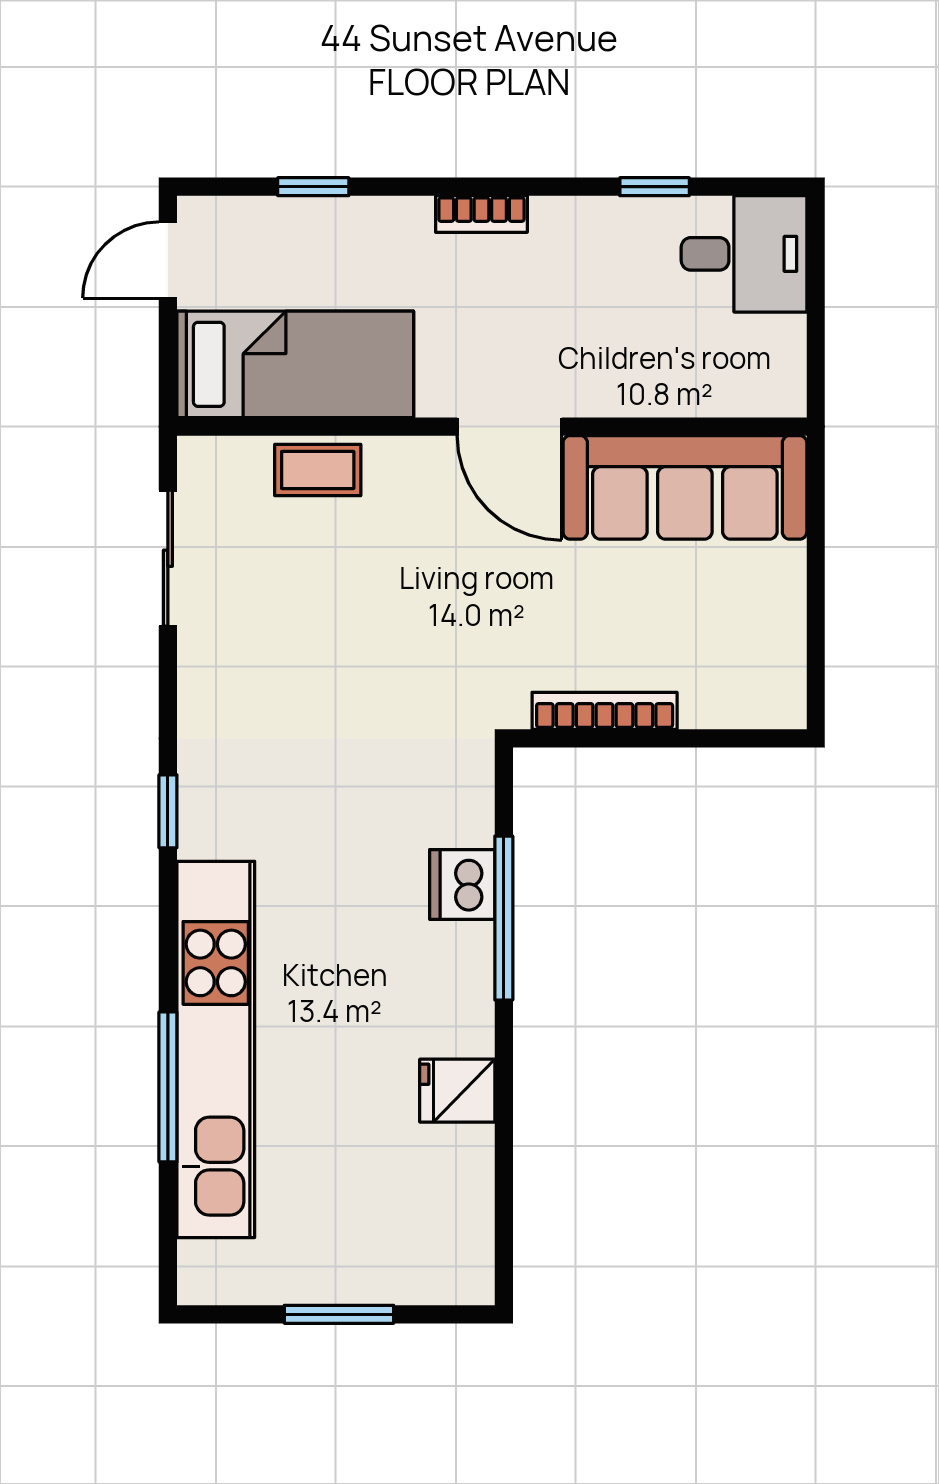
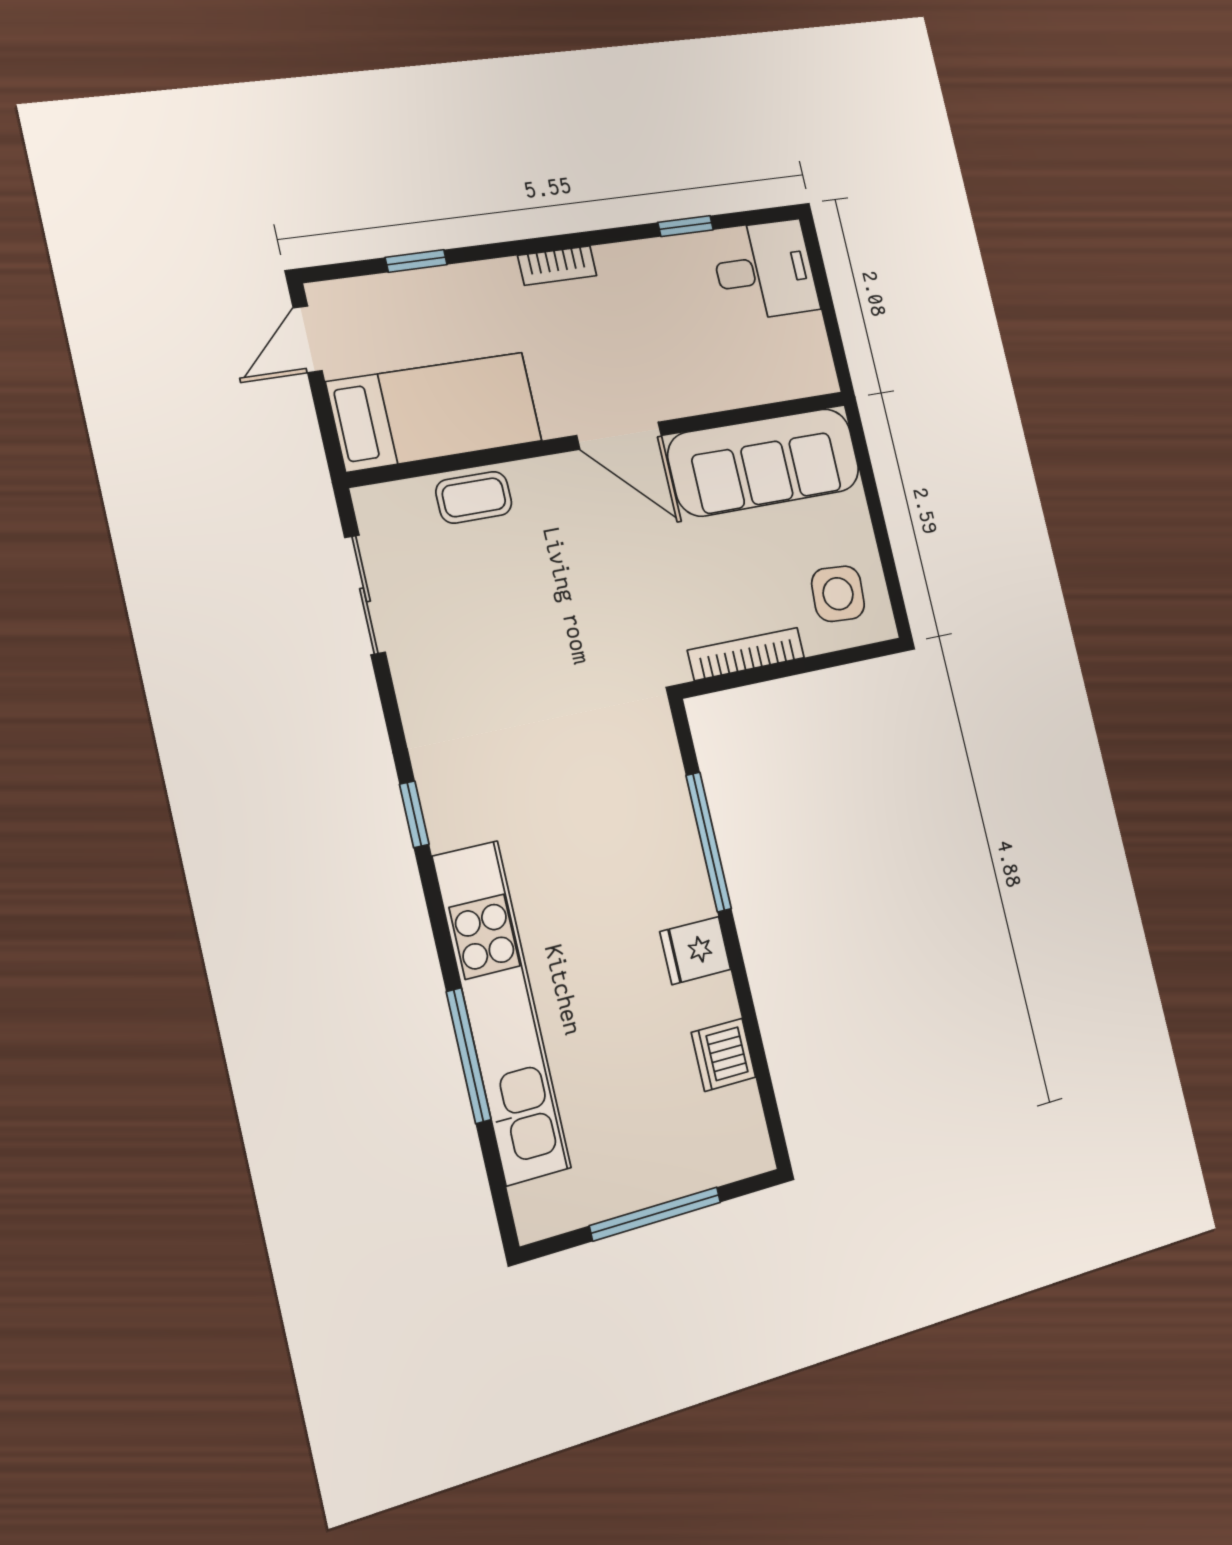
side table: (740, 662) -> (838, 594), added
dishwasher: (462, 884) -> (723, 1055), moved
fridge: (457, 1091) -> (695, 951), moved
window: (339, 1314) -> (655, 1214), width x1.44

